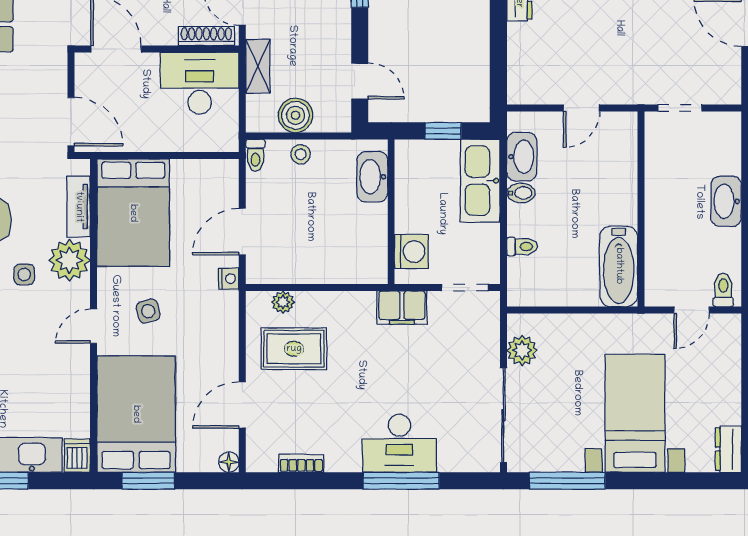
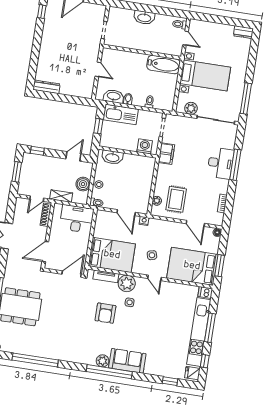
desk: (200, 83) -> (77, 219), moved, turned 90
bed with nightstands: (635, 413) -> (205, 75), moved, turned 180

